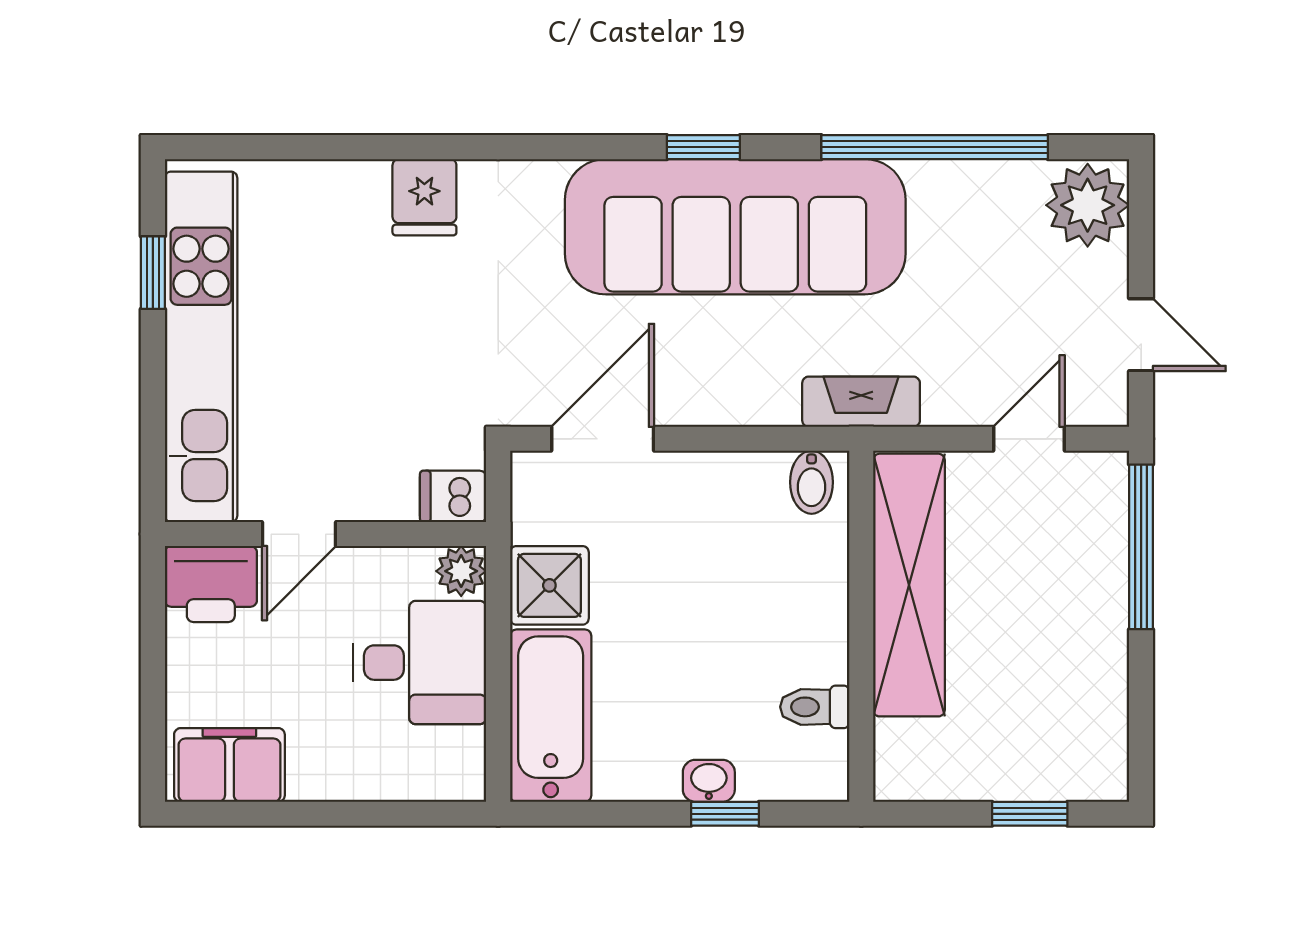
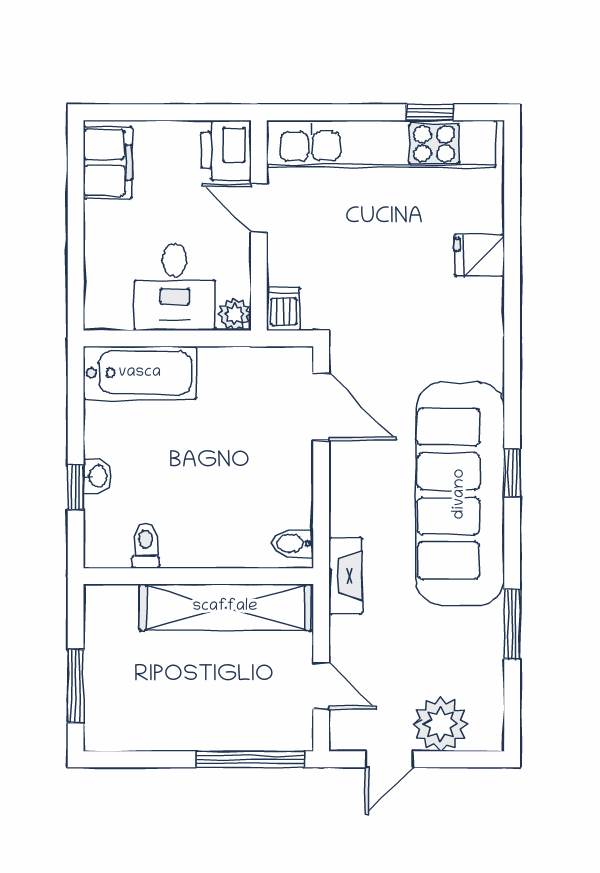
window: (935, 147) -> (512, 624), width x0.47
fridge: (424, 197) -> (479, 255), moved
plant: (1088, 205) -> (441, 724), moved
shower: (549, 585) -> (225, 372), removed
window: (1030, 814) -> (76, 686), width x1.50

